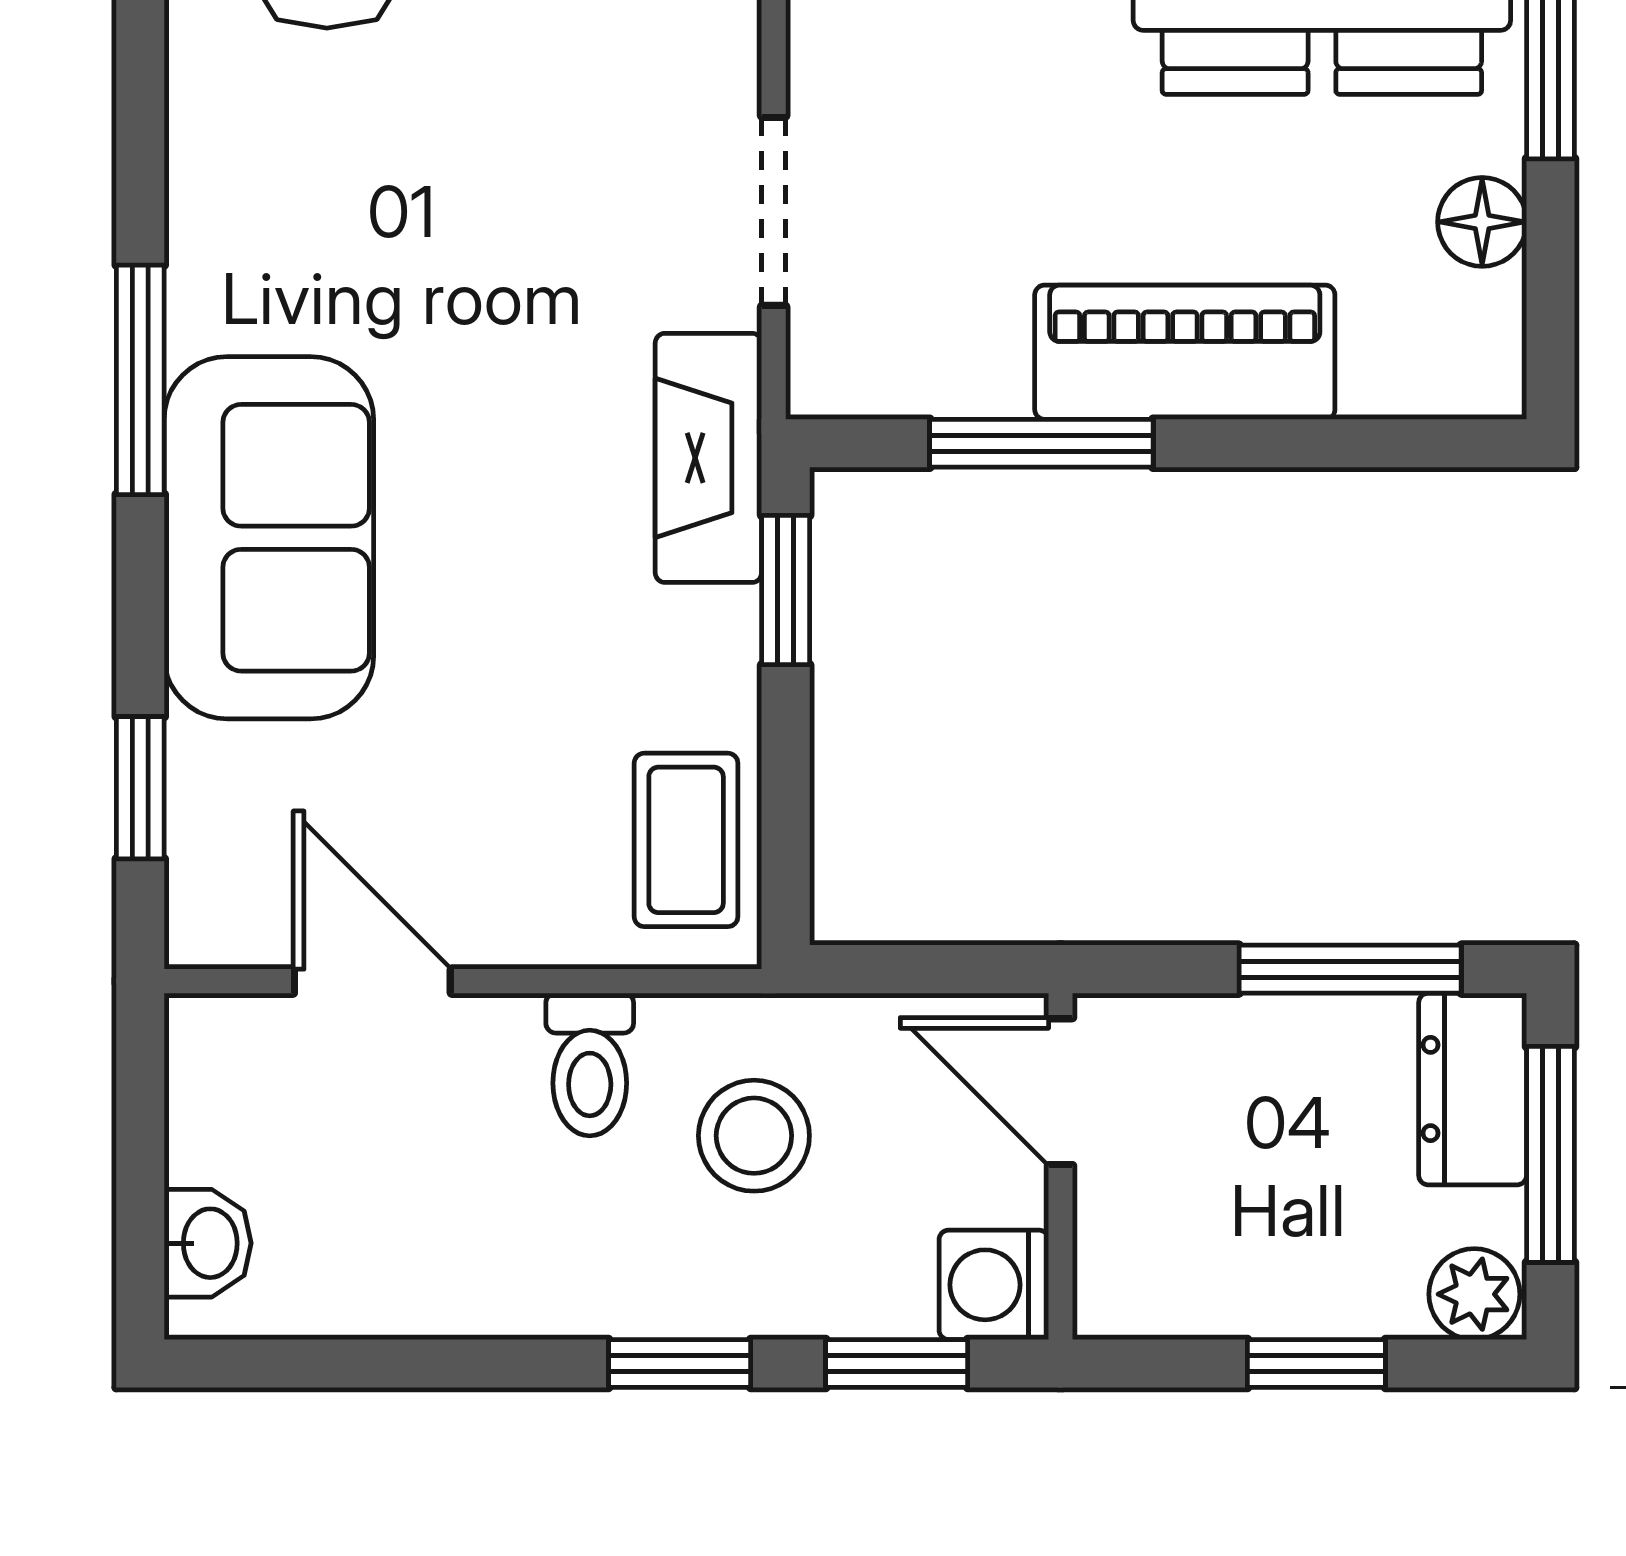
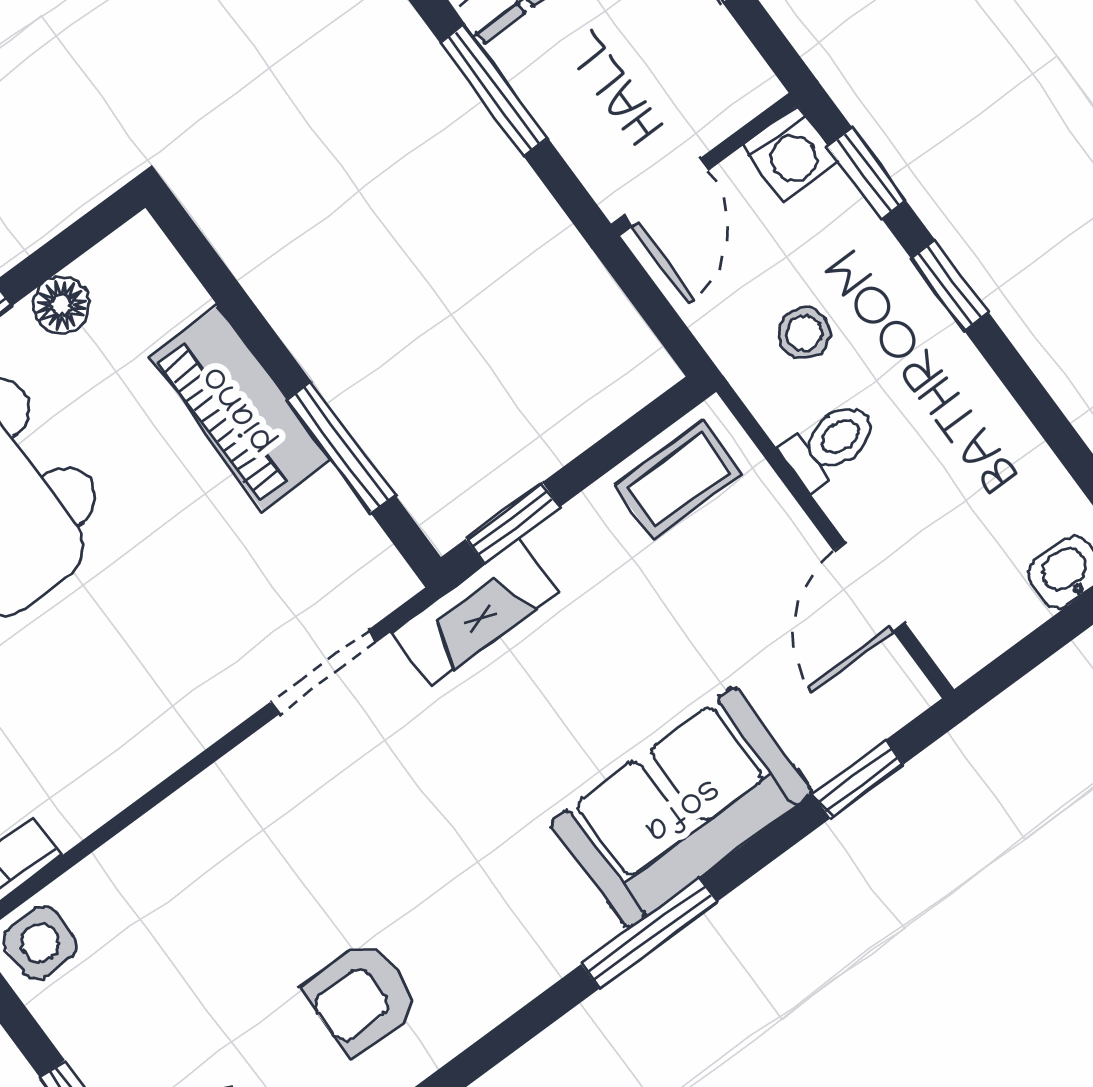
stool: (754, 1136) -> (805, 333), width x0.73, depth x0.73

